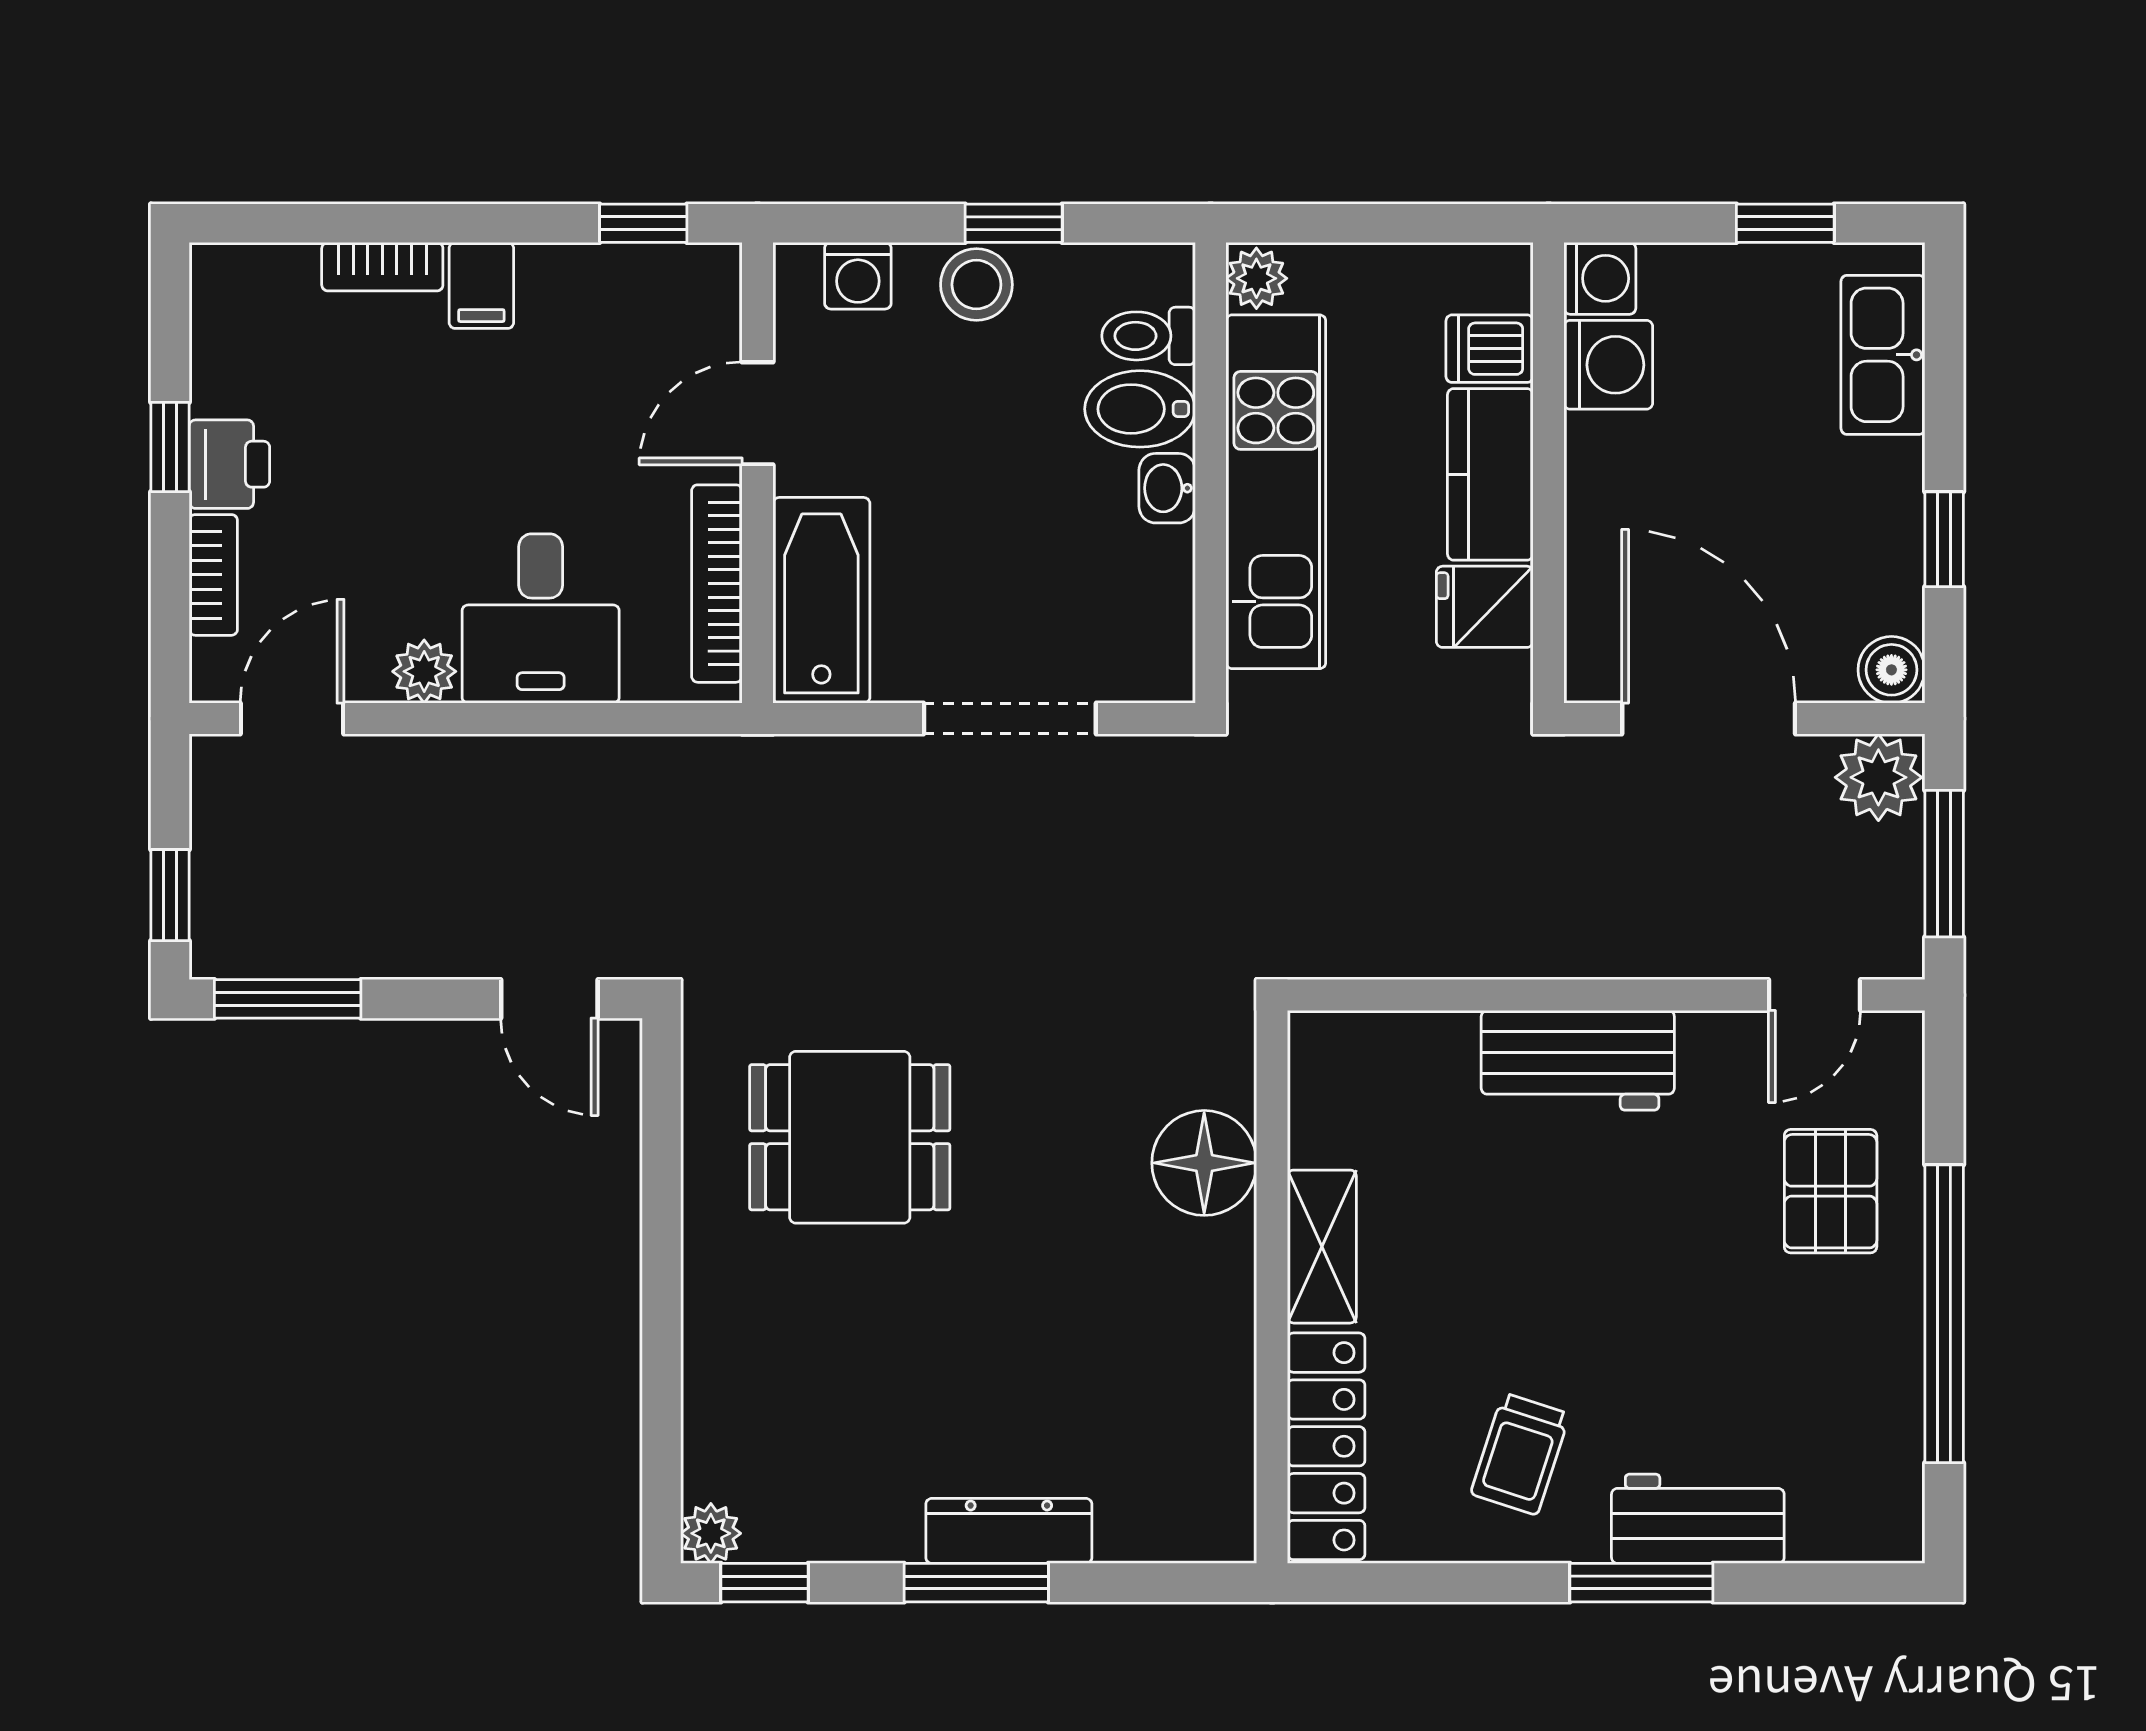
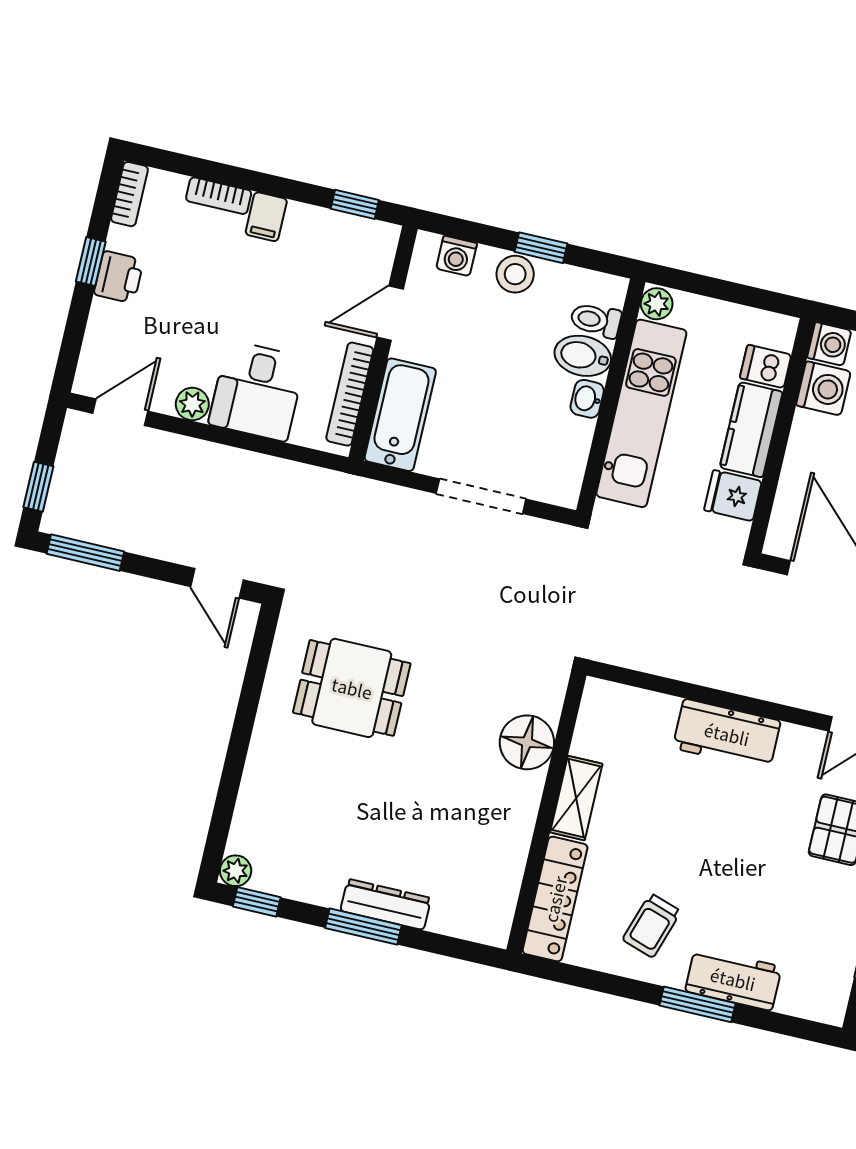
bookcase: (213, 575) -> (129, 194), moved

